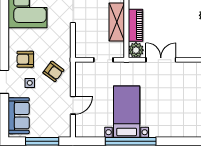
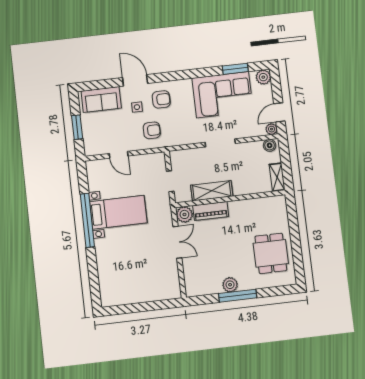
armchair: (25, 59) -> (161, 99), turned 90
armchair: (53, 71) -> (152, 130), turned -127
window: (42, 141) -> (77, 127), width x0.69

